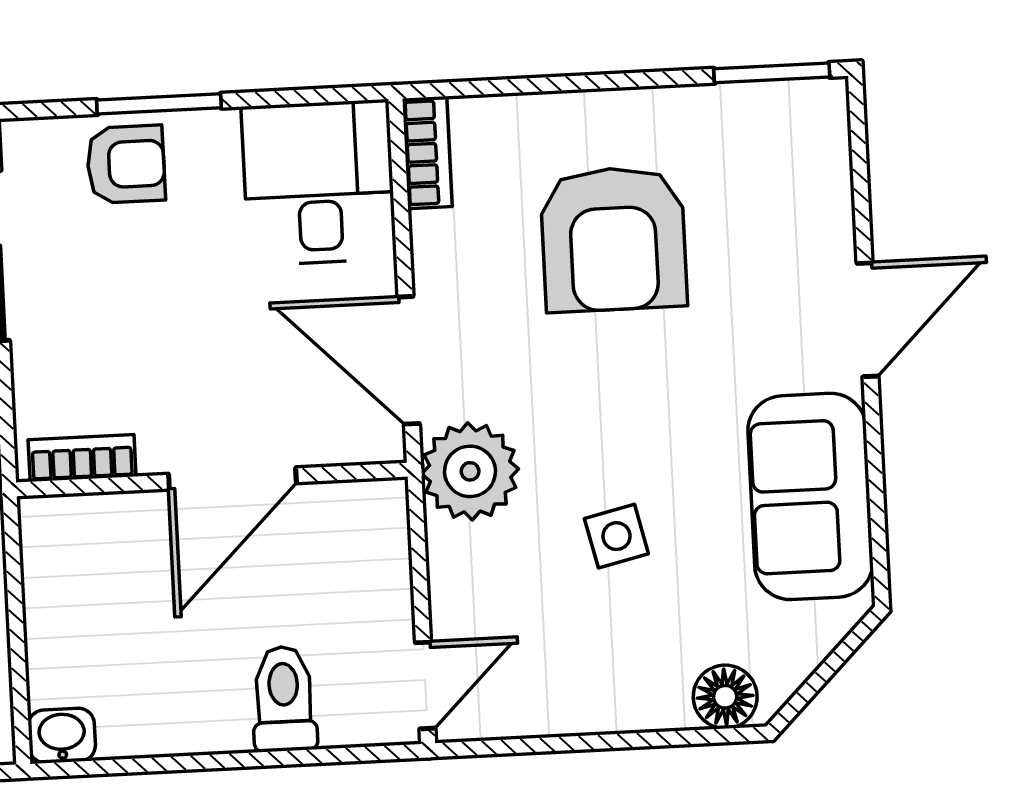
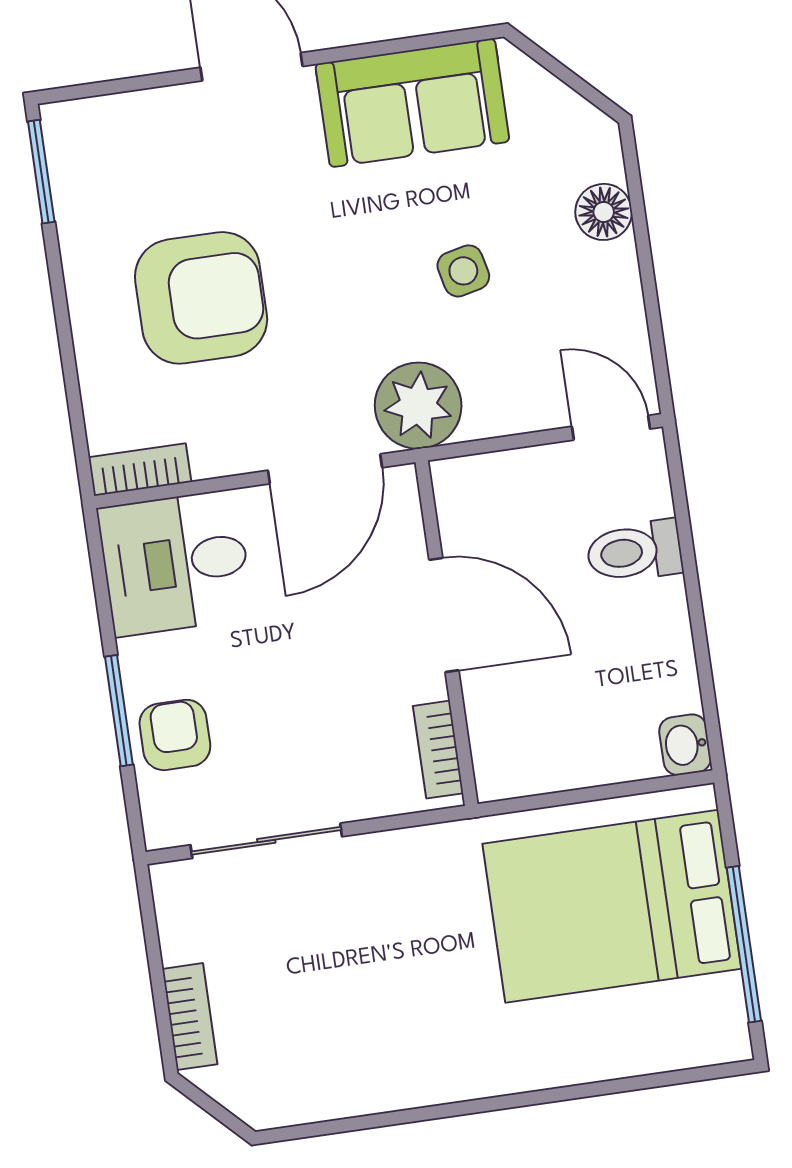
floor lamp: (725, 697) -> (604, 212), moved

